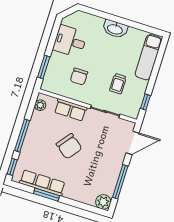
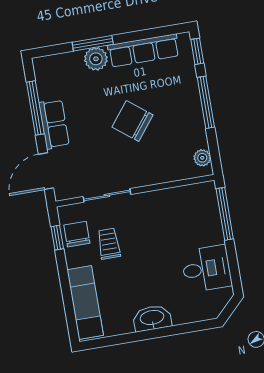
window: (44, 67) -> (225, 214), width x1.44
chair: (79, 77) -> (77, 234), moved
row of seats: (71, 110) -> (54, 124), moved, turned 90
window: (46, 195) -> (93, 43), moved
plant: (103, 202) -> (96, 59), moved

